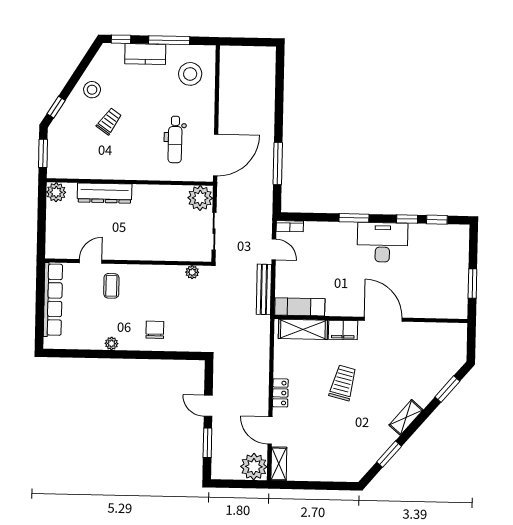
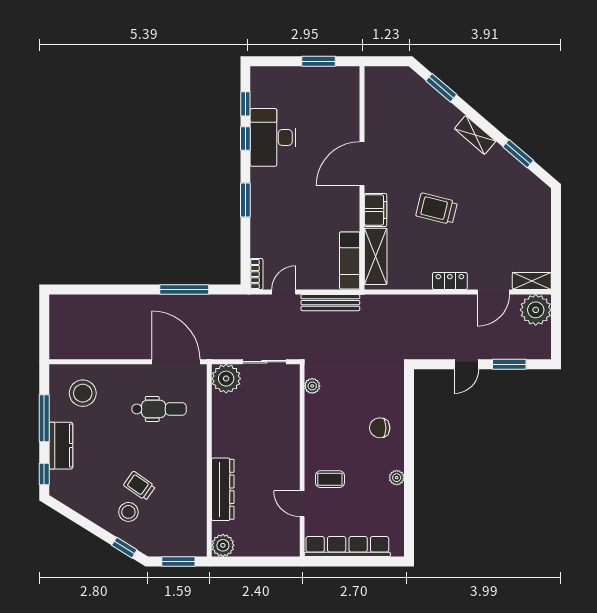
stool: (92, 90) -> (128, 512), moved
desk: (383, 242) -> (273, 137), moved

